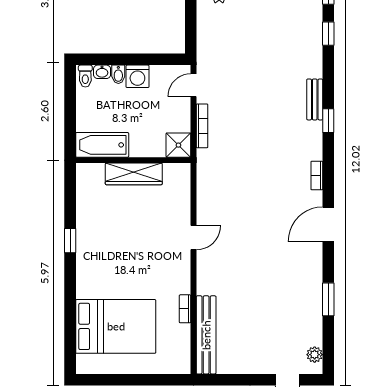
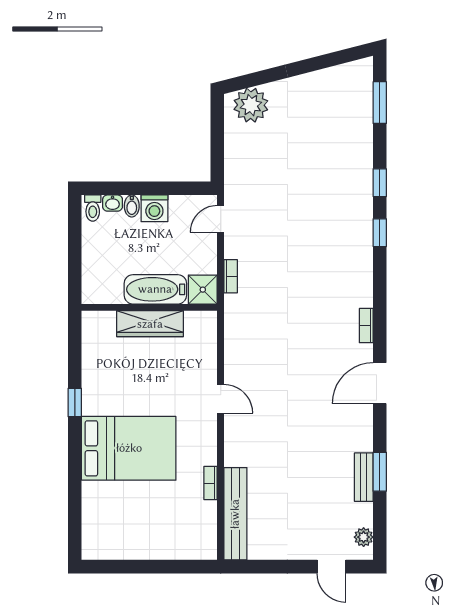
window: (328, 34) -> (380, 183), moved
bench: (315, 99) -> (364, 477), moved
window: (328, 121) -> (380, 233), moved
bookcase: (202, 126) -> (231, 276), width x0.64
bathtub: (102, 145) -> (155, 289), moved
door: (194, 238) -> (221, 399), hinge flipped
bed: (116, 326) -> (129, 448), moved

